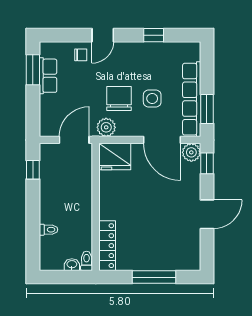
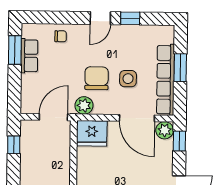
door: (103, 35) -> (100, 18), moved
window: (207, 109) -> (180, 68), moved

